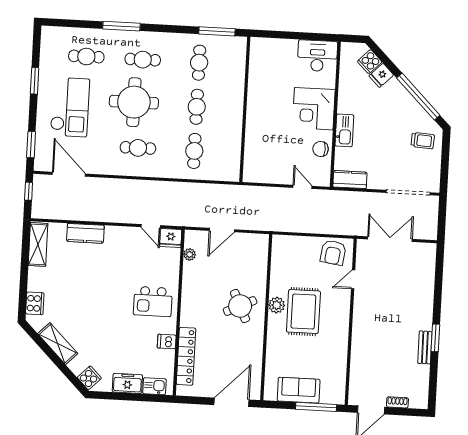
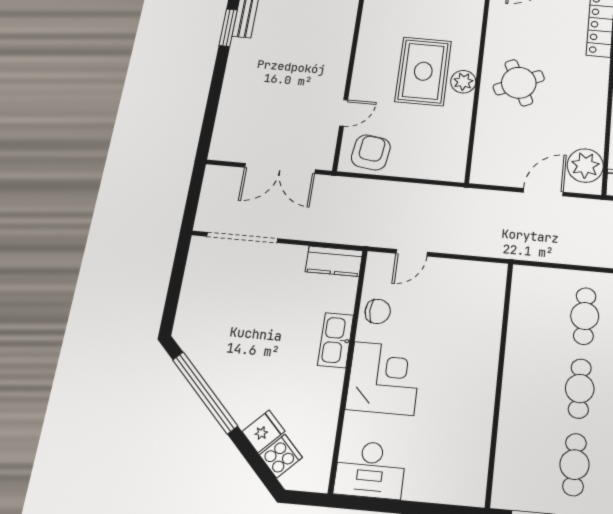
trolley: (423, 141) -> (207, 319), removed
door: (302, 187) -> (412, 253), hinge flipped
plant: (190, 254) -> (585, 166), width x1.88, depth x1.88

